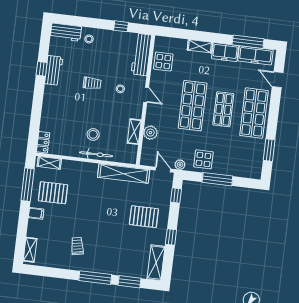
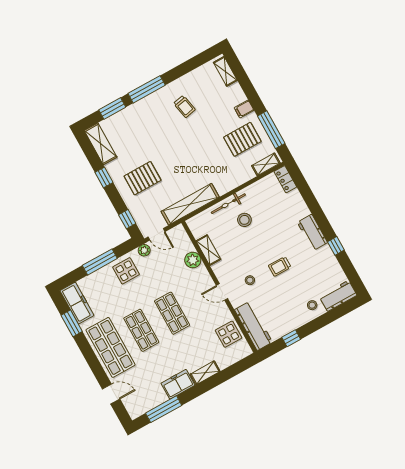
freezer: (255, 55) -> (77, 303), moved, turned 90
workbench: (54, 70) -> (312, 232), moved
shop shelf: (193, 106) -> (172, 313), width x0.70, depth x0.74

